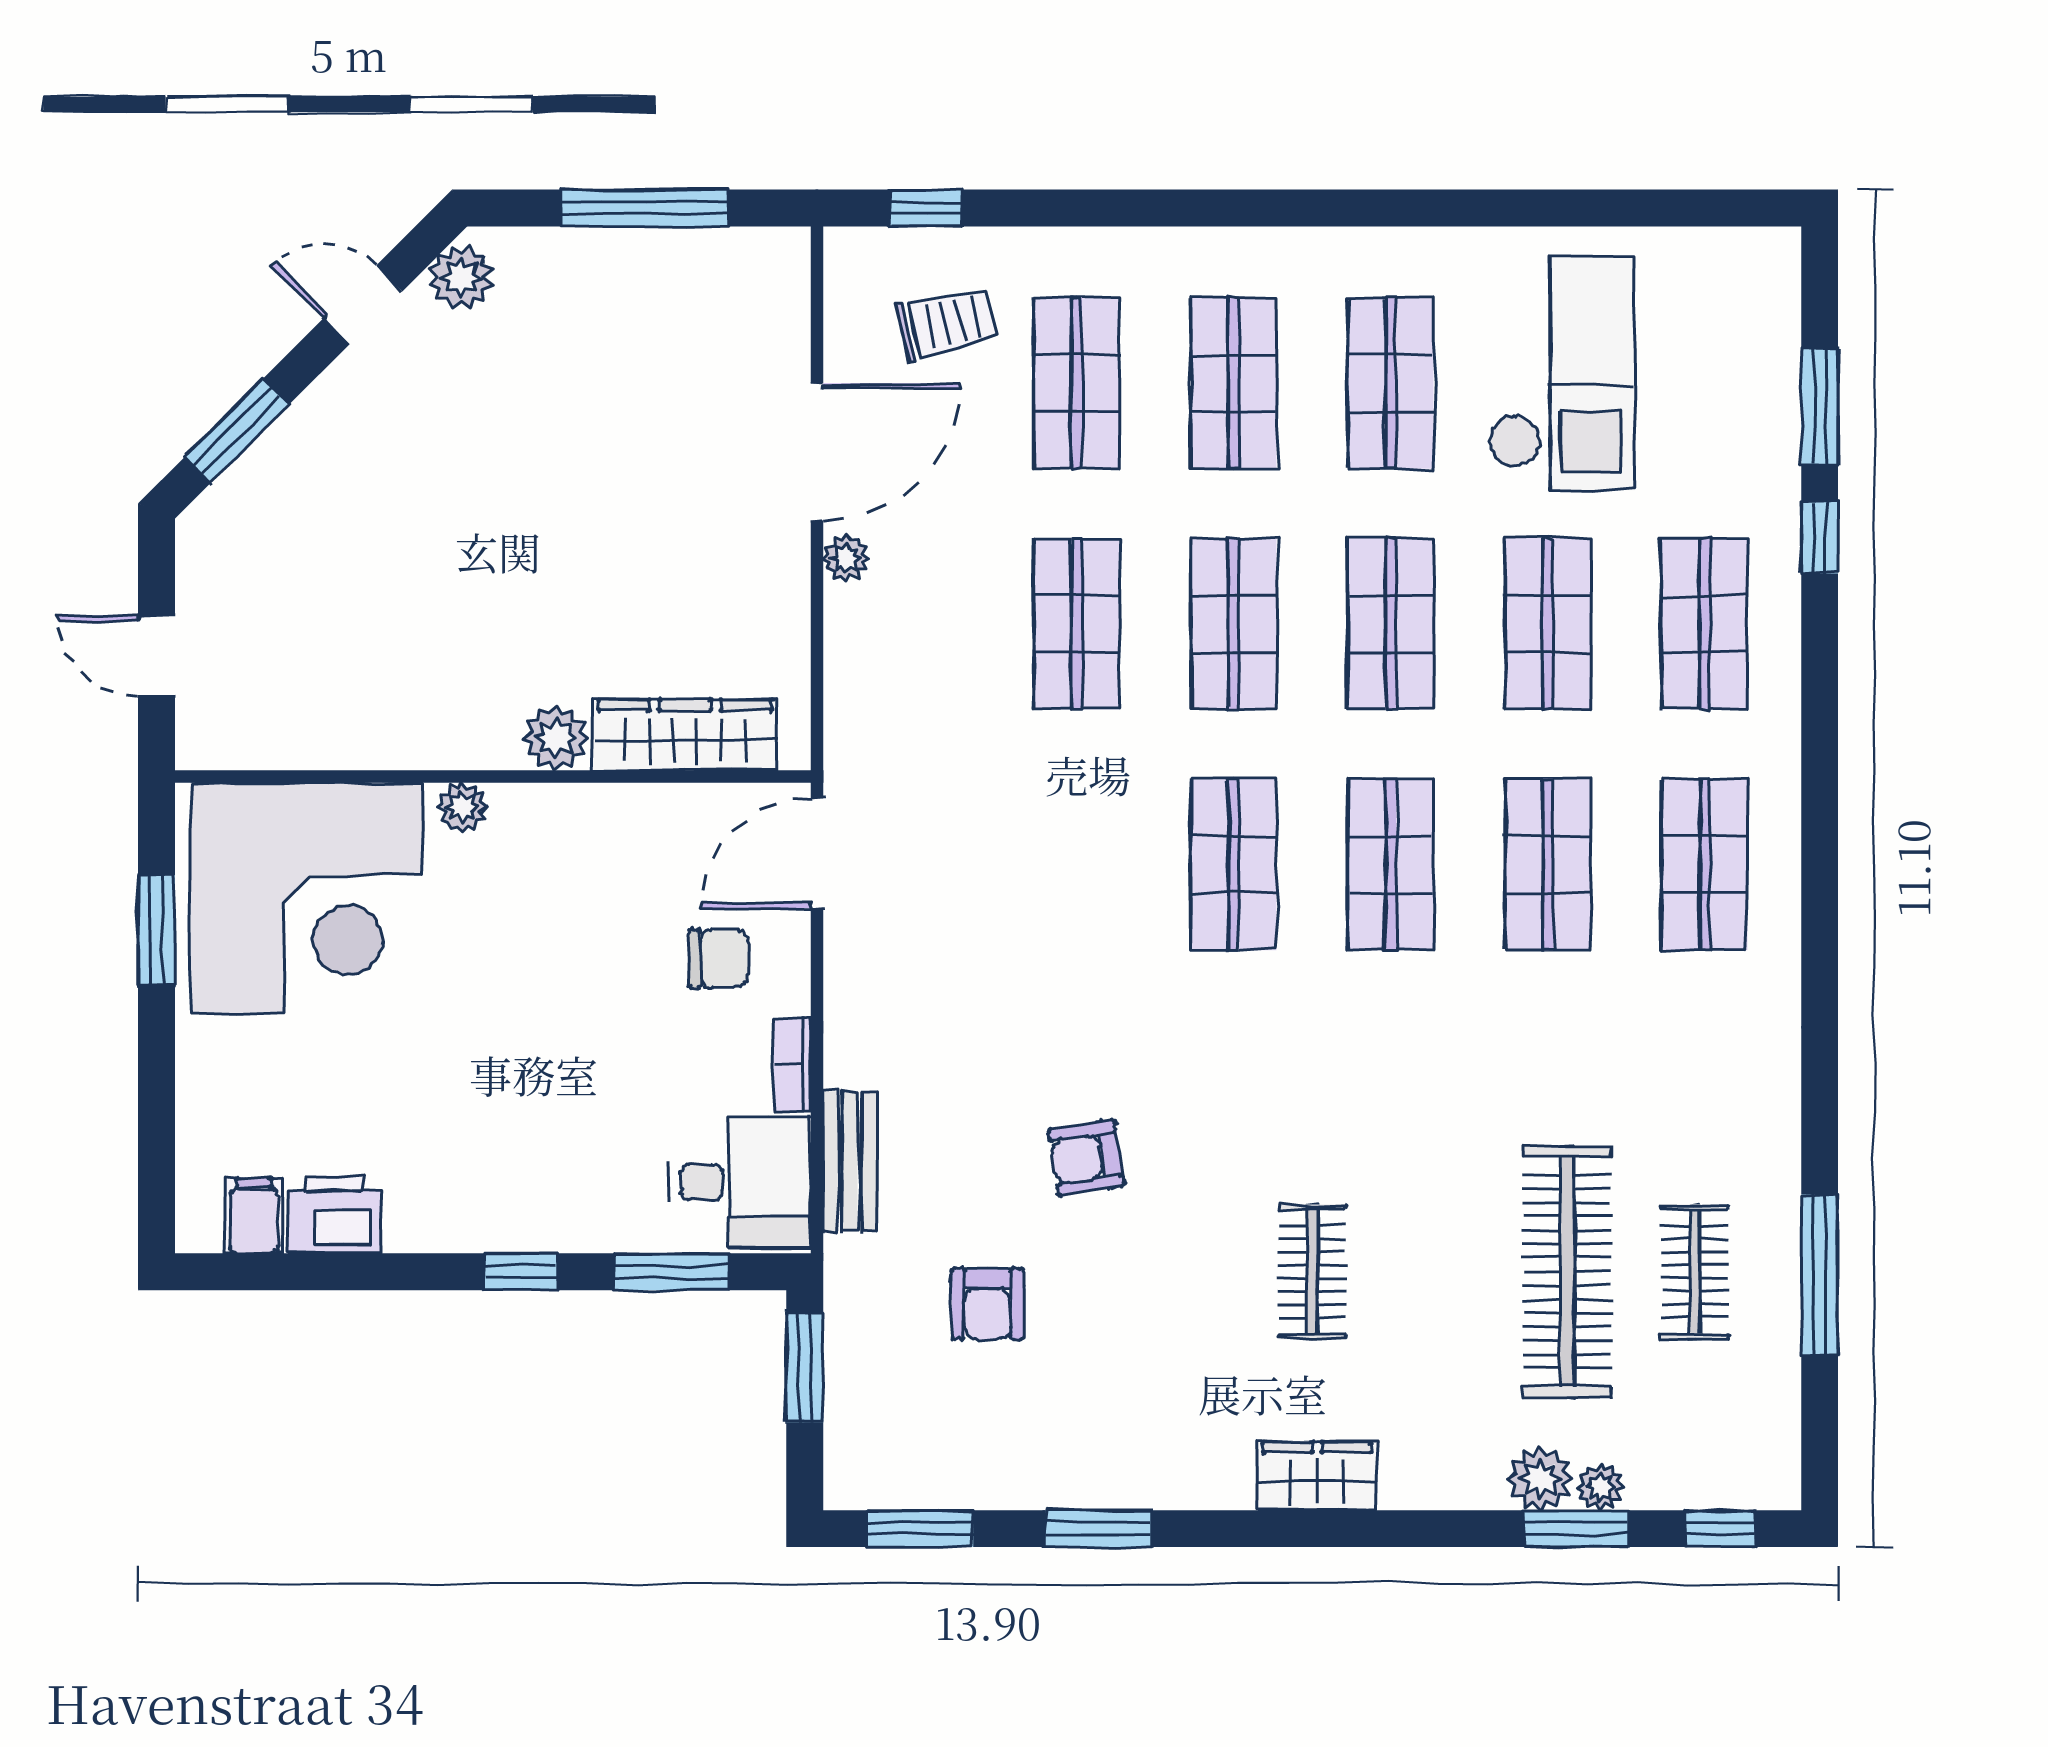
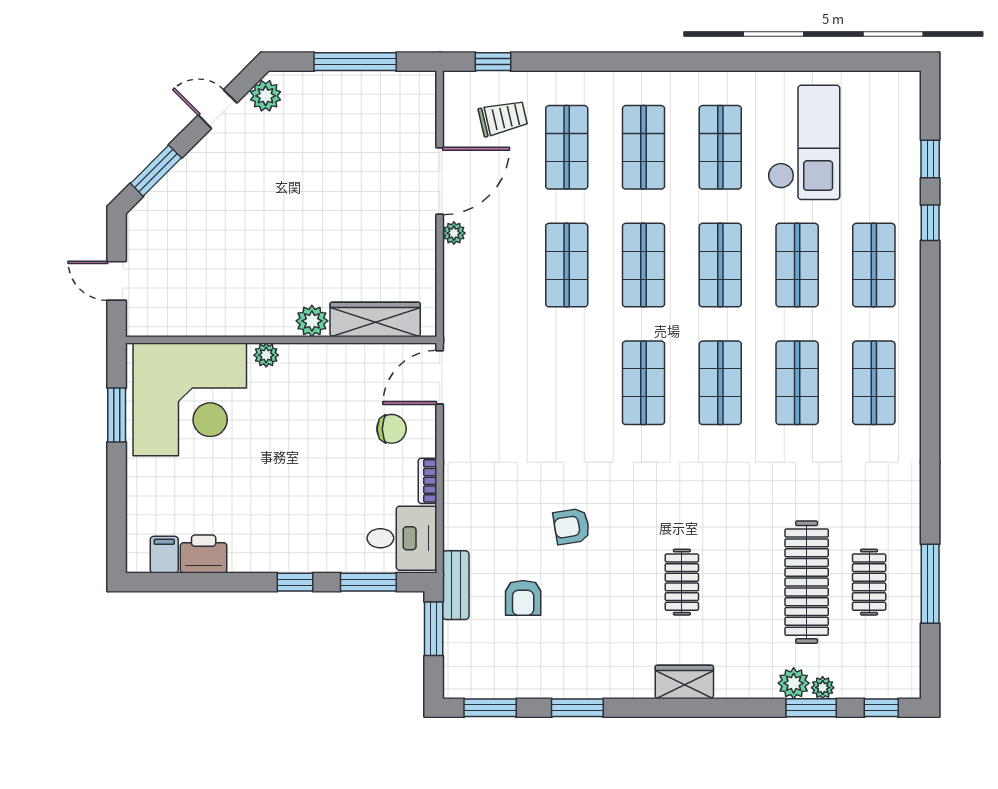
window: (1820, 407) -> (930, 159), width x0.67
bench: (850, 1162) -> (456, 585), moved

